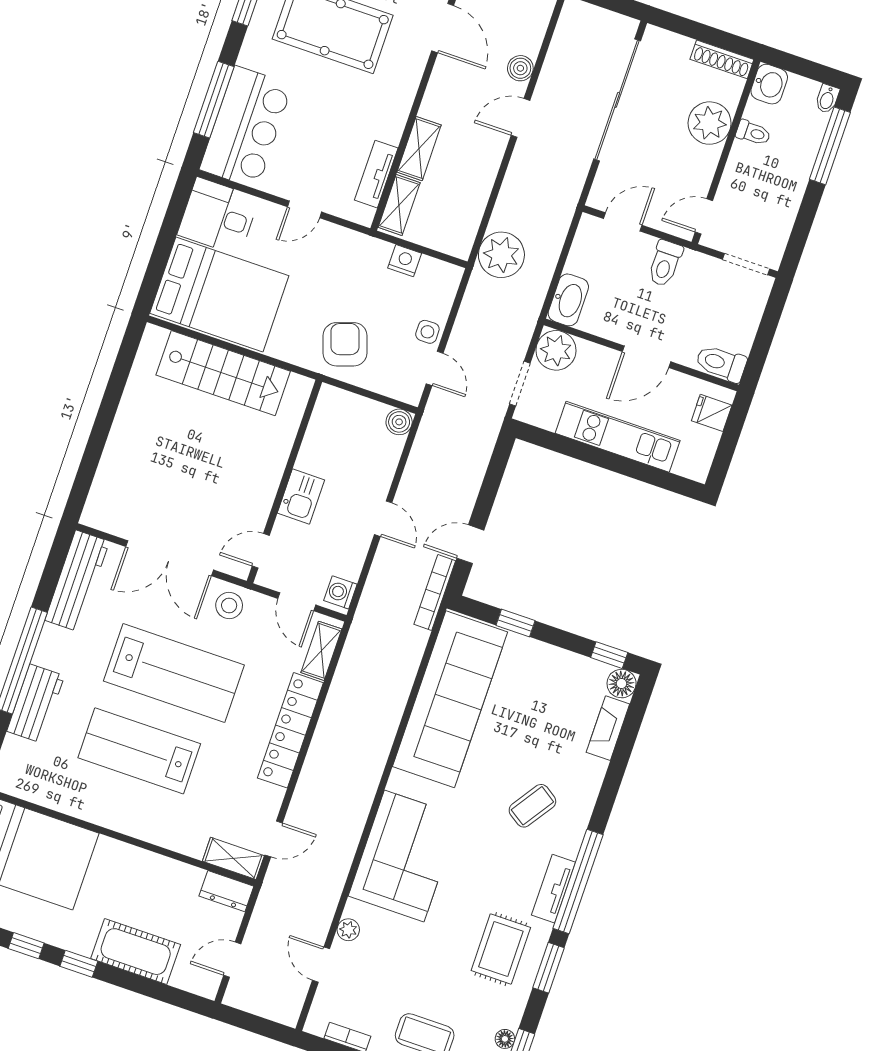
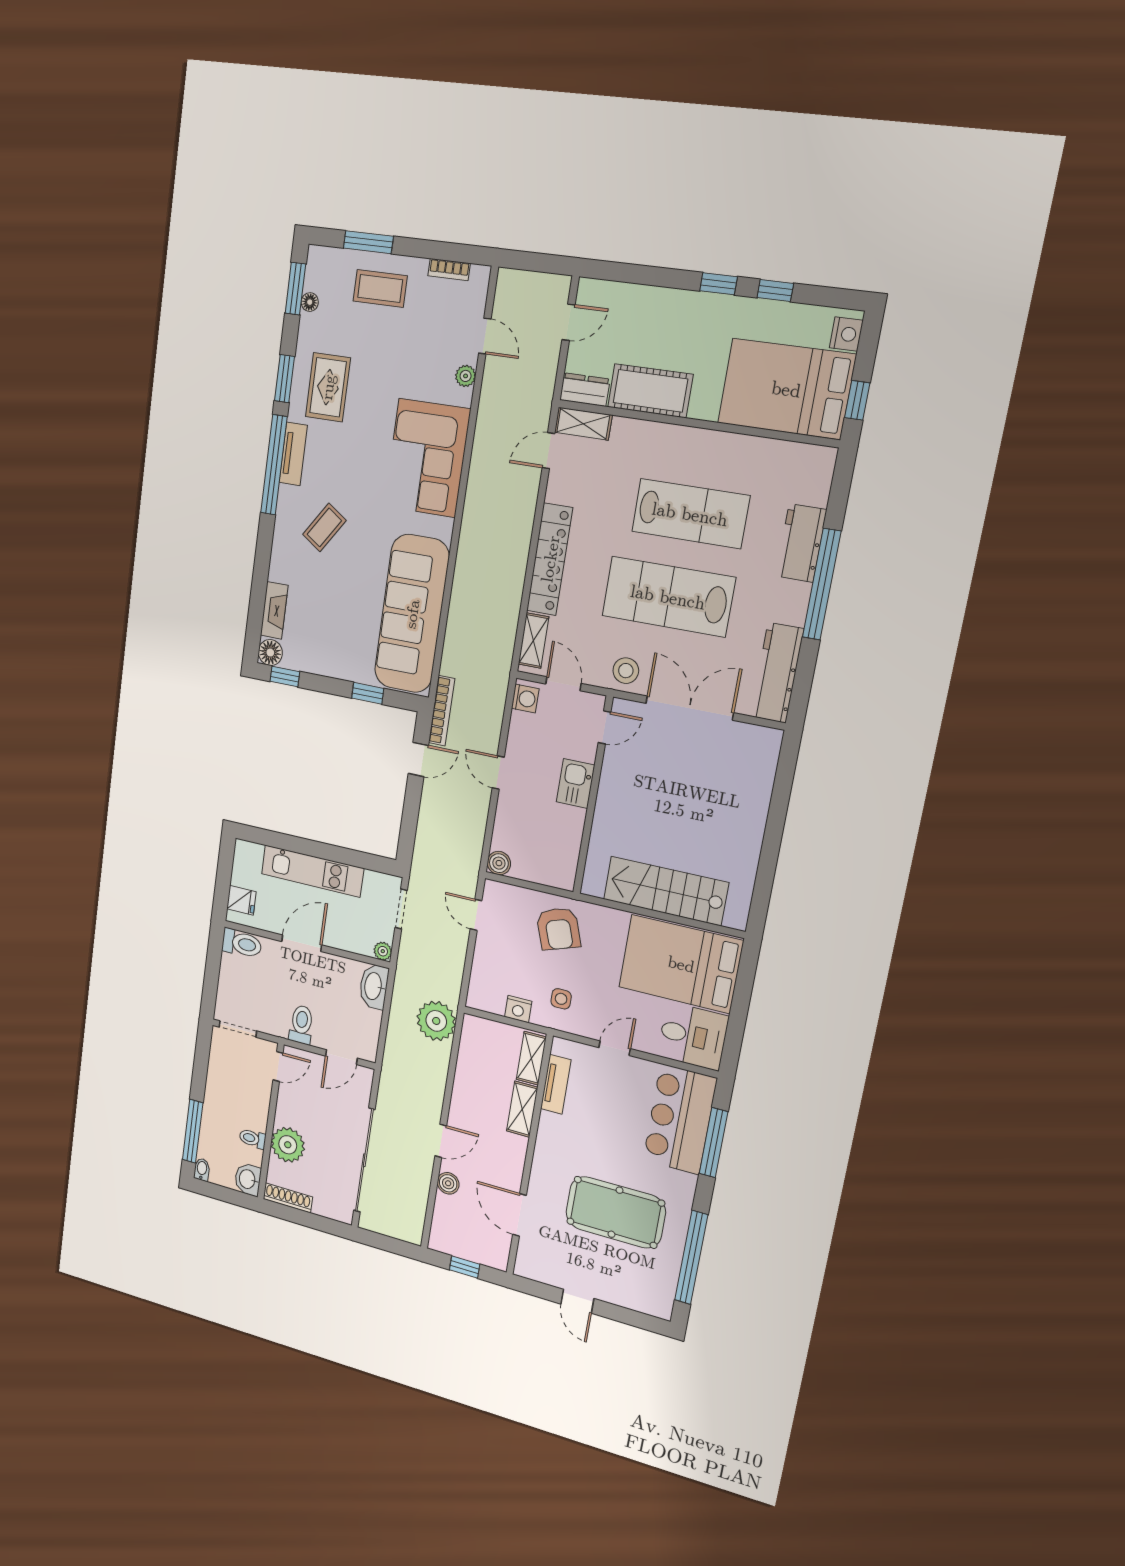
side table: (427, 332) -> (561, 999), moved
plant: (556, 350) -> (383, 951), width x0.53, depth x0.53
cot: (136, 952) -> (650, 391), moved

